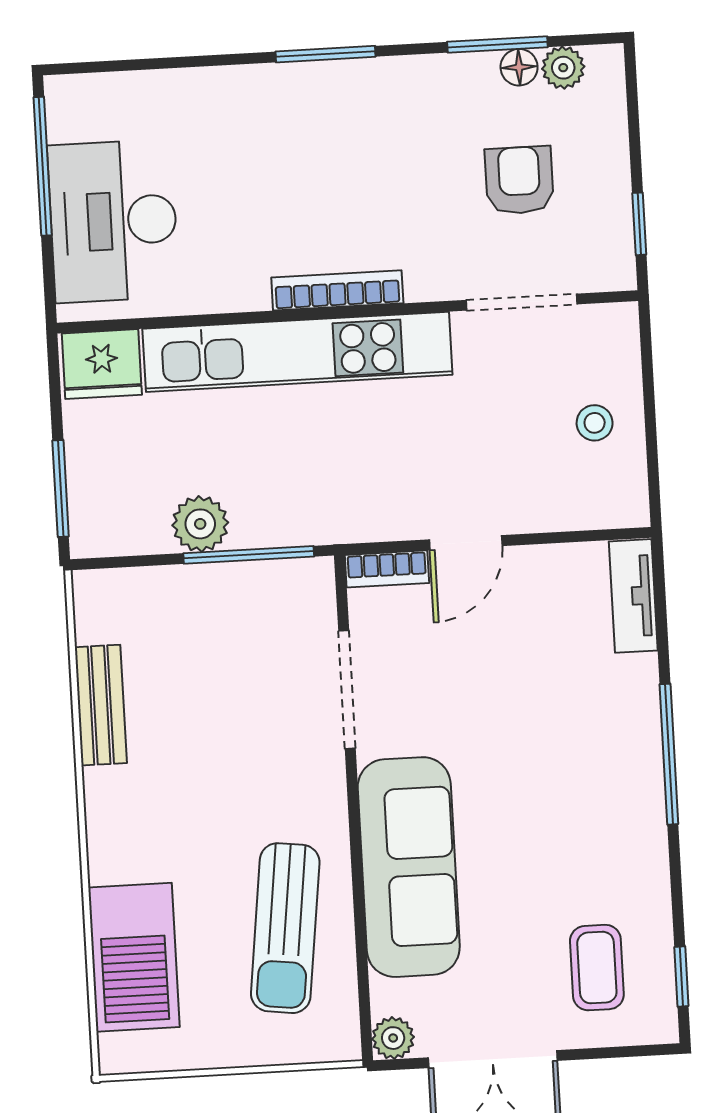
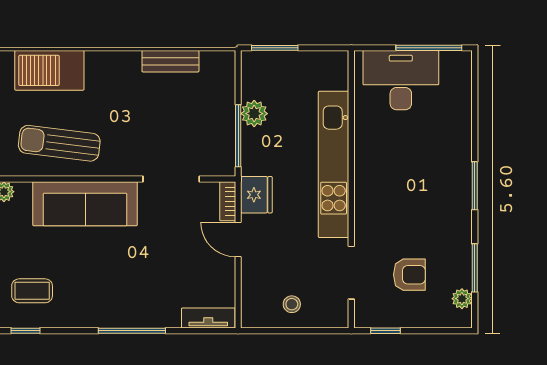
floor lamp: (519, 67) -> (463, 278), removed
bookcase: (337, 290) -> (362, 185), removed
fridge: (102, 364) -> (256, 195), moved, turned 180

